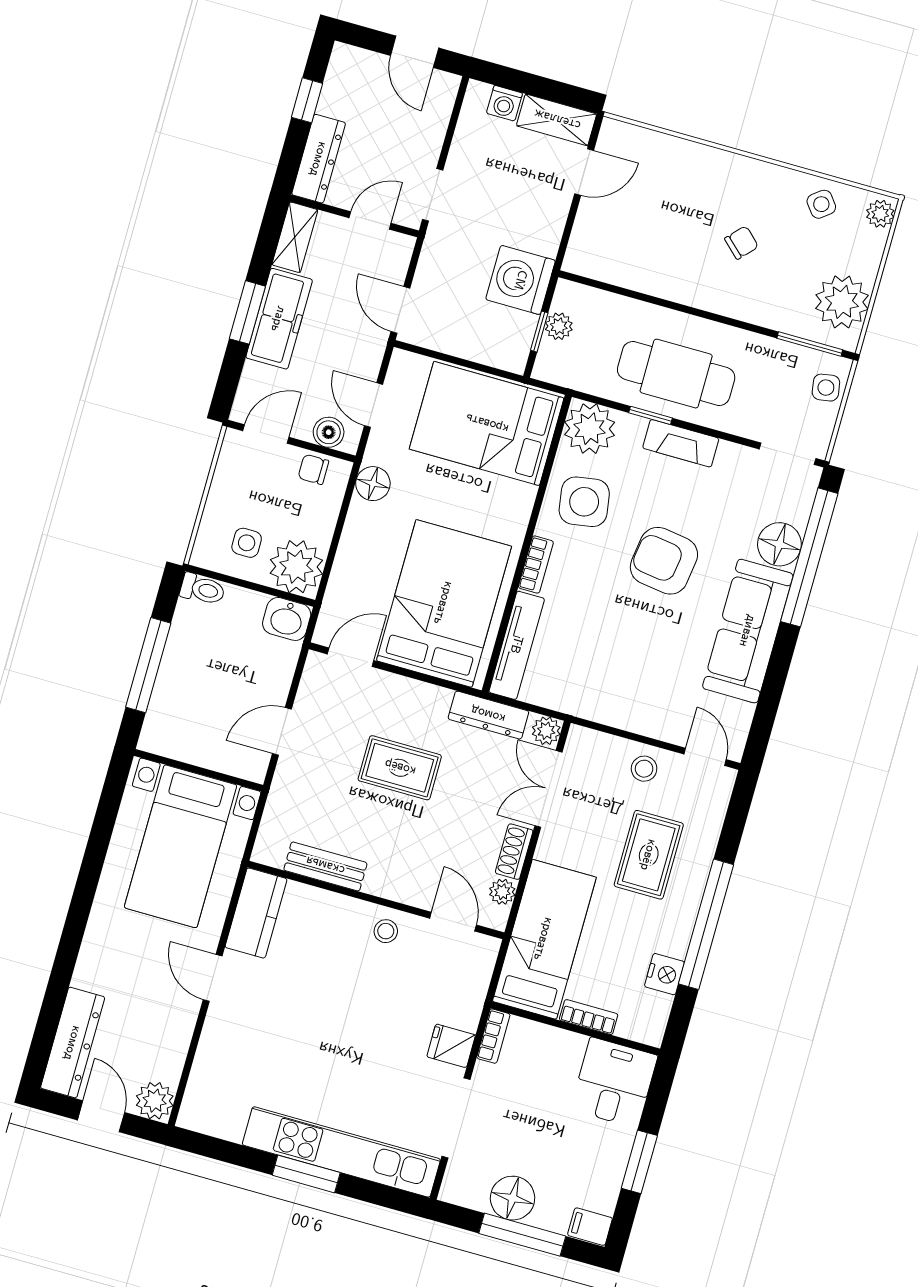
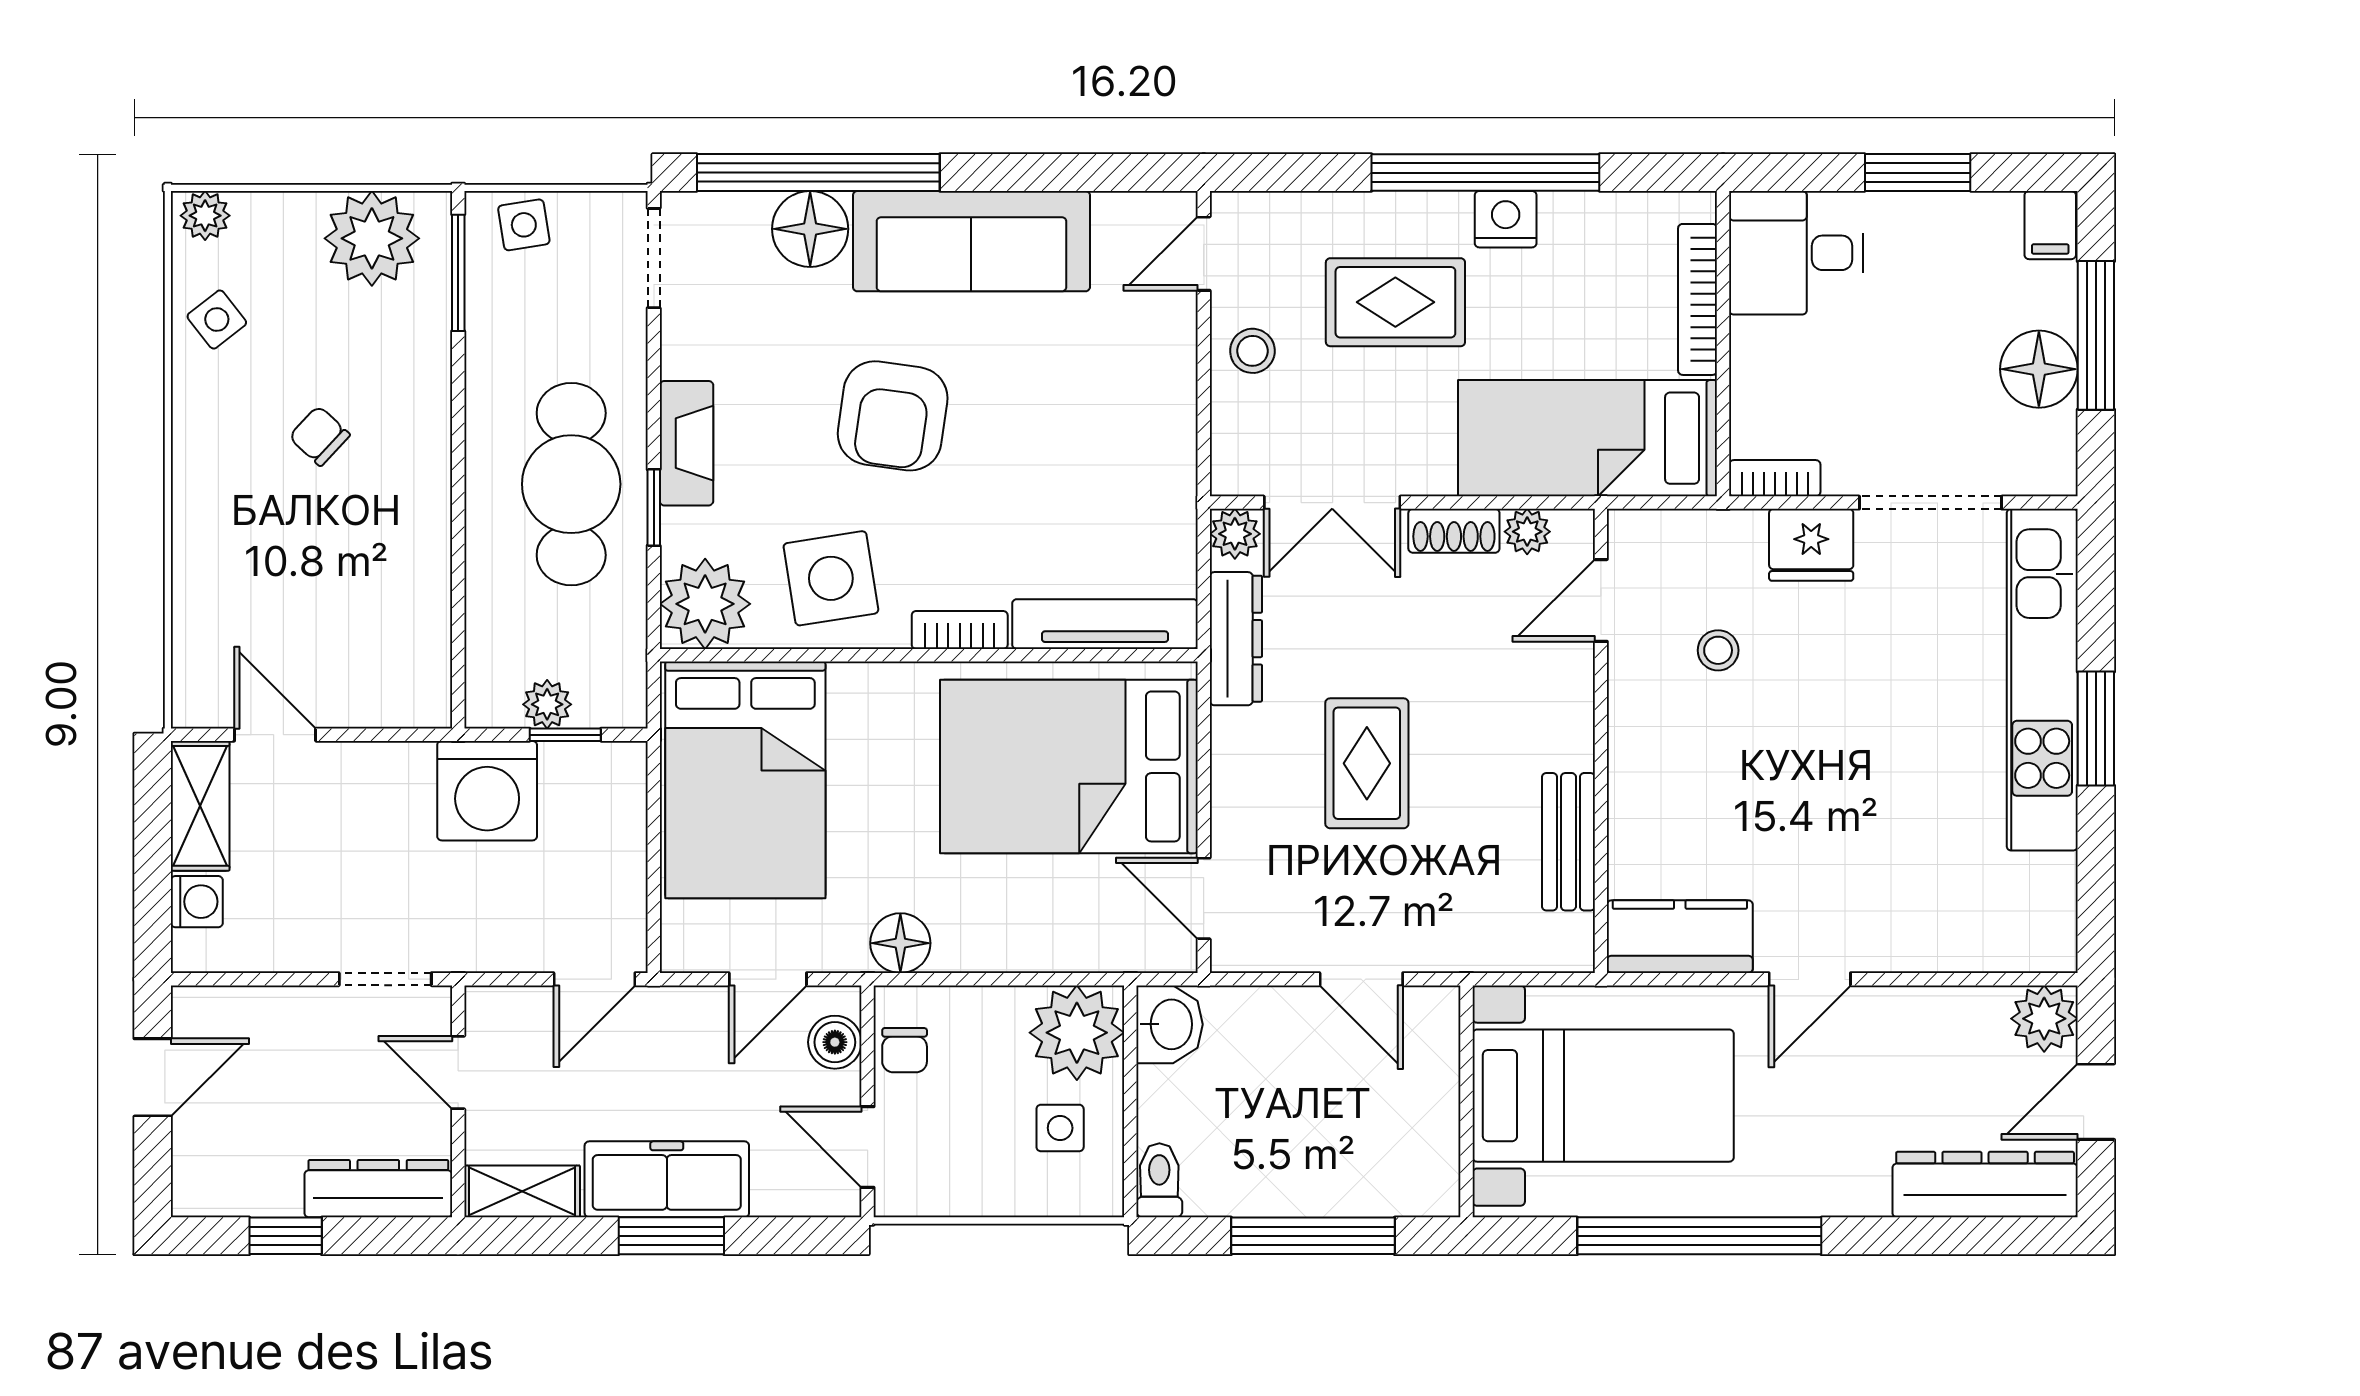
window: (89, 878) -> (1699, 1236), added
stool: (386, 931) -> (1718, 650), moved
nightstand: (664, 974) -> (1506, 219), moved
bookcase: (589, 1017) -> (1698, 299), width x1.56
fridge: (451, 1046) -> (1811, 545), width x1.38

